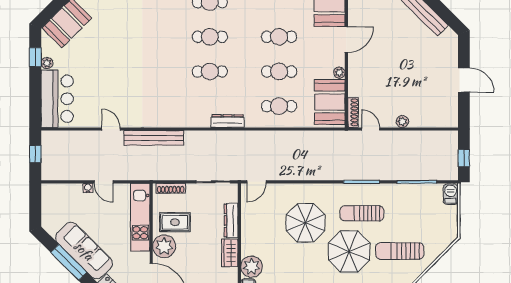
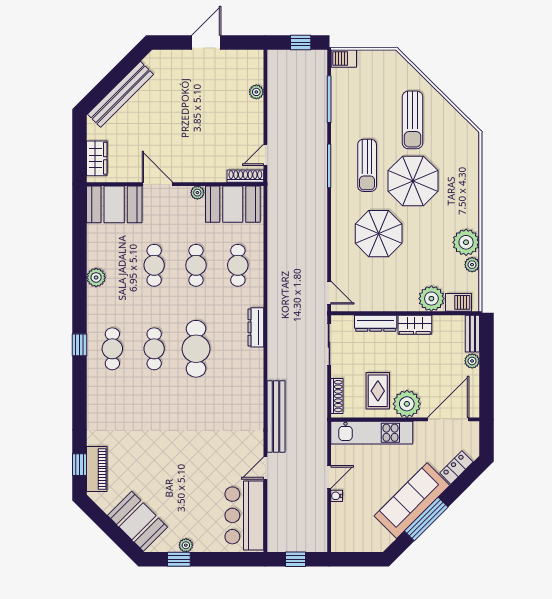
cafe table: (210, 71) -> (196, 349), width x1.37, depth x1.35
bar counter: (57, 99) -> (244, 515), moved, turned -90
plant: (402, 122) -> (256, 92), moved

